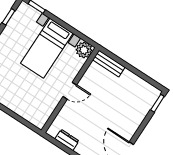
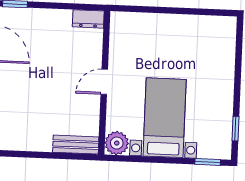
dresser: (67, 140) -> (88, 19), moved

